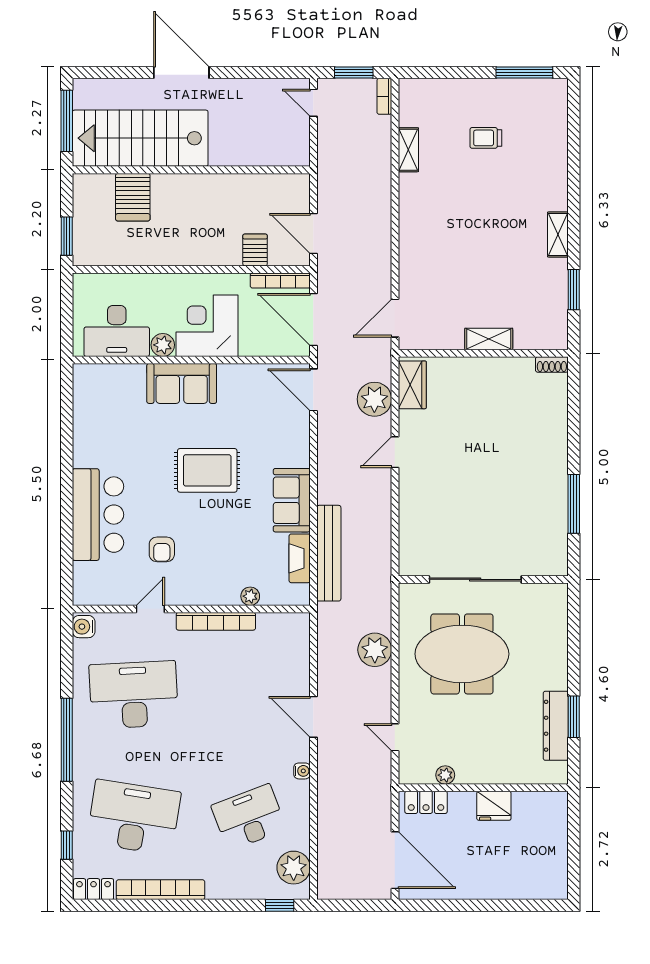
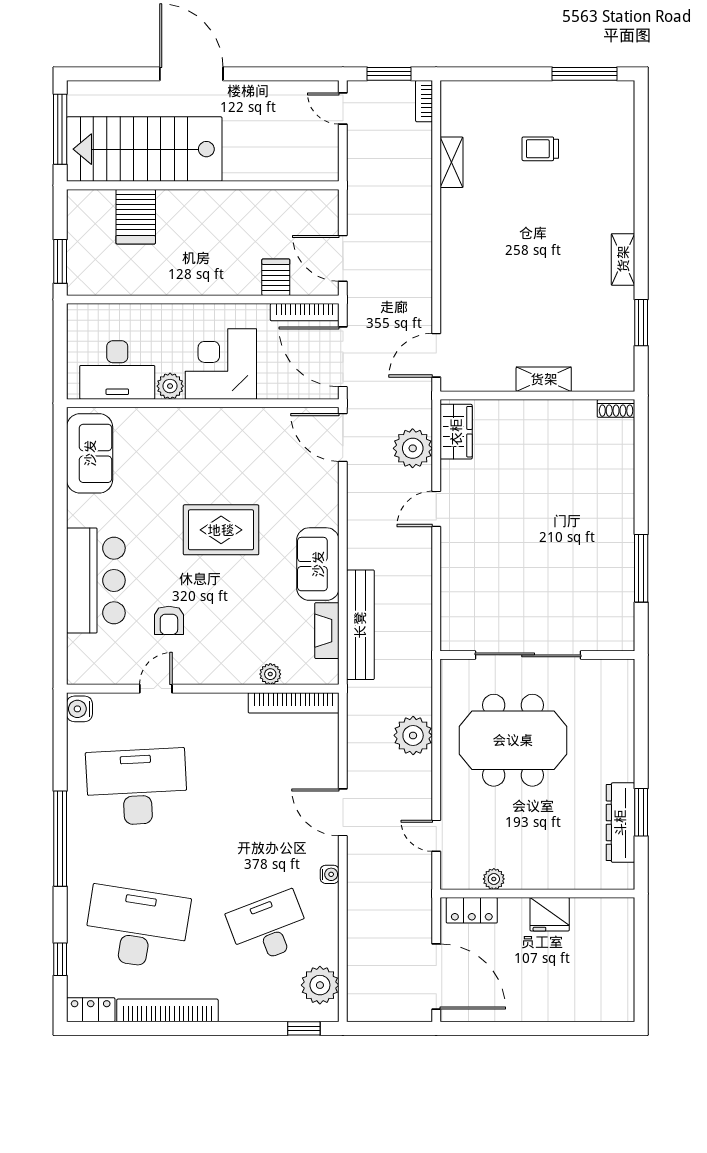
sofa: (182, 383) -> (90, 453), moved, turned -90
bookcase: (216, 621) -> (294, 703), moved

